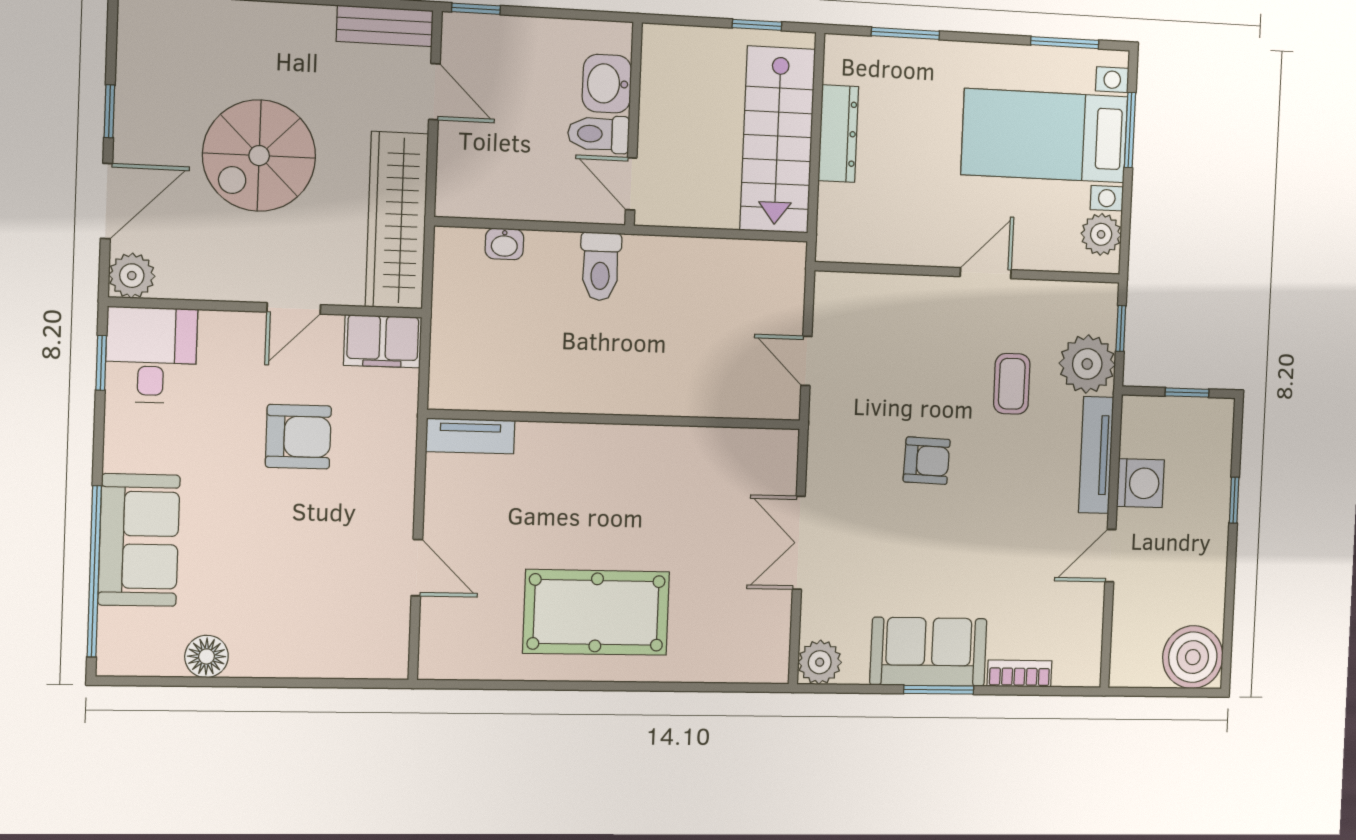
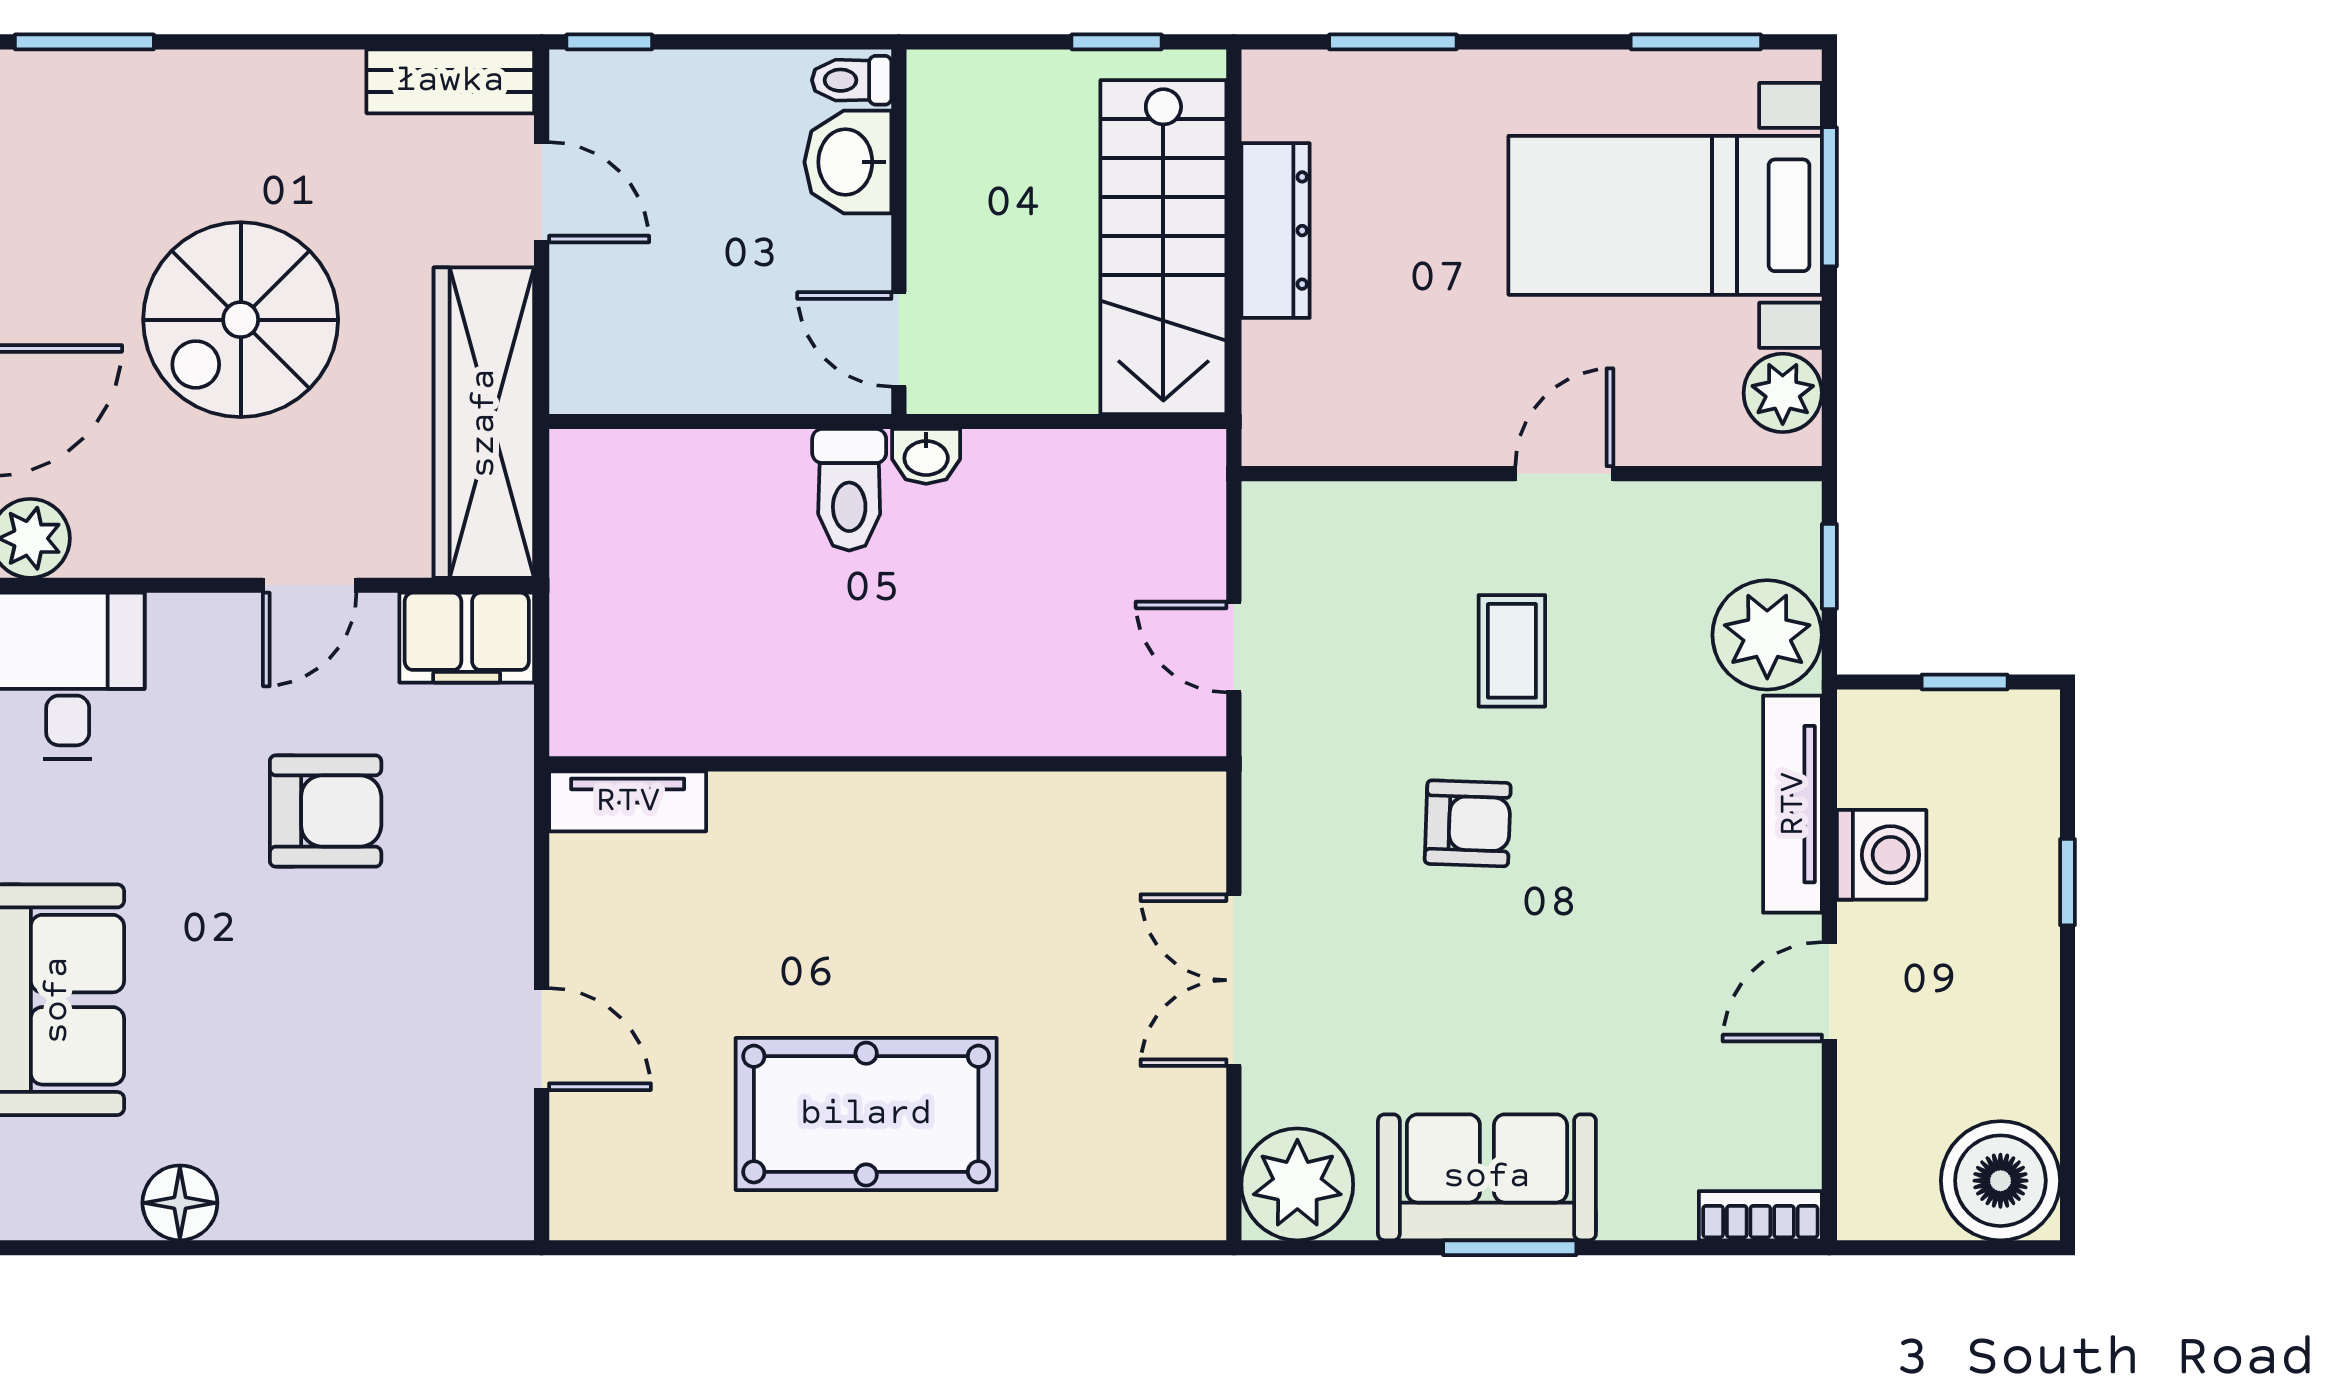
toilet: (598, 134) -> (852, 80), moved, width x0.73, depth x0.72
washbasin: (504, 244) -> (926, 456), moved
coffee table: (1012, 384) -> (1512, 651), moved
plant: (820, 662) -> (1297, 1184), width x1.36, depth x1.36
bookcase: (1020, 674) -> (1760, 1216), moved

